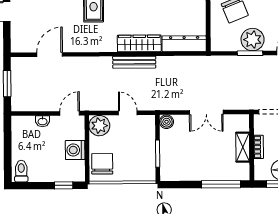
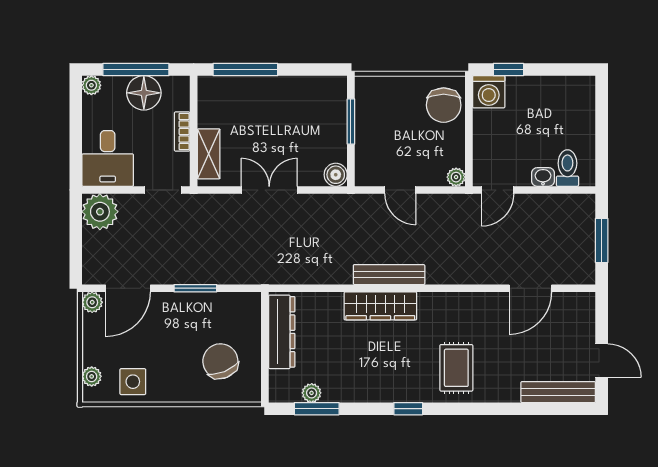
plant: (253, 40) -> (191, 311), removed
dresser: (184, 44) -> (282, 332), moved, turned -90
plant: (99, 126) -> (456, 177), width x0.53, depth x0.53
shelving: (243, 147) -> (209, 154), moved
washing machine: (75, 150) -> (489, 92), moved, turned 90
toilet: (21, 171) -> (567, 168), moved, turned 180

